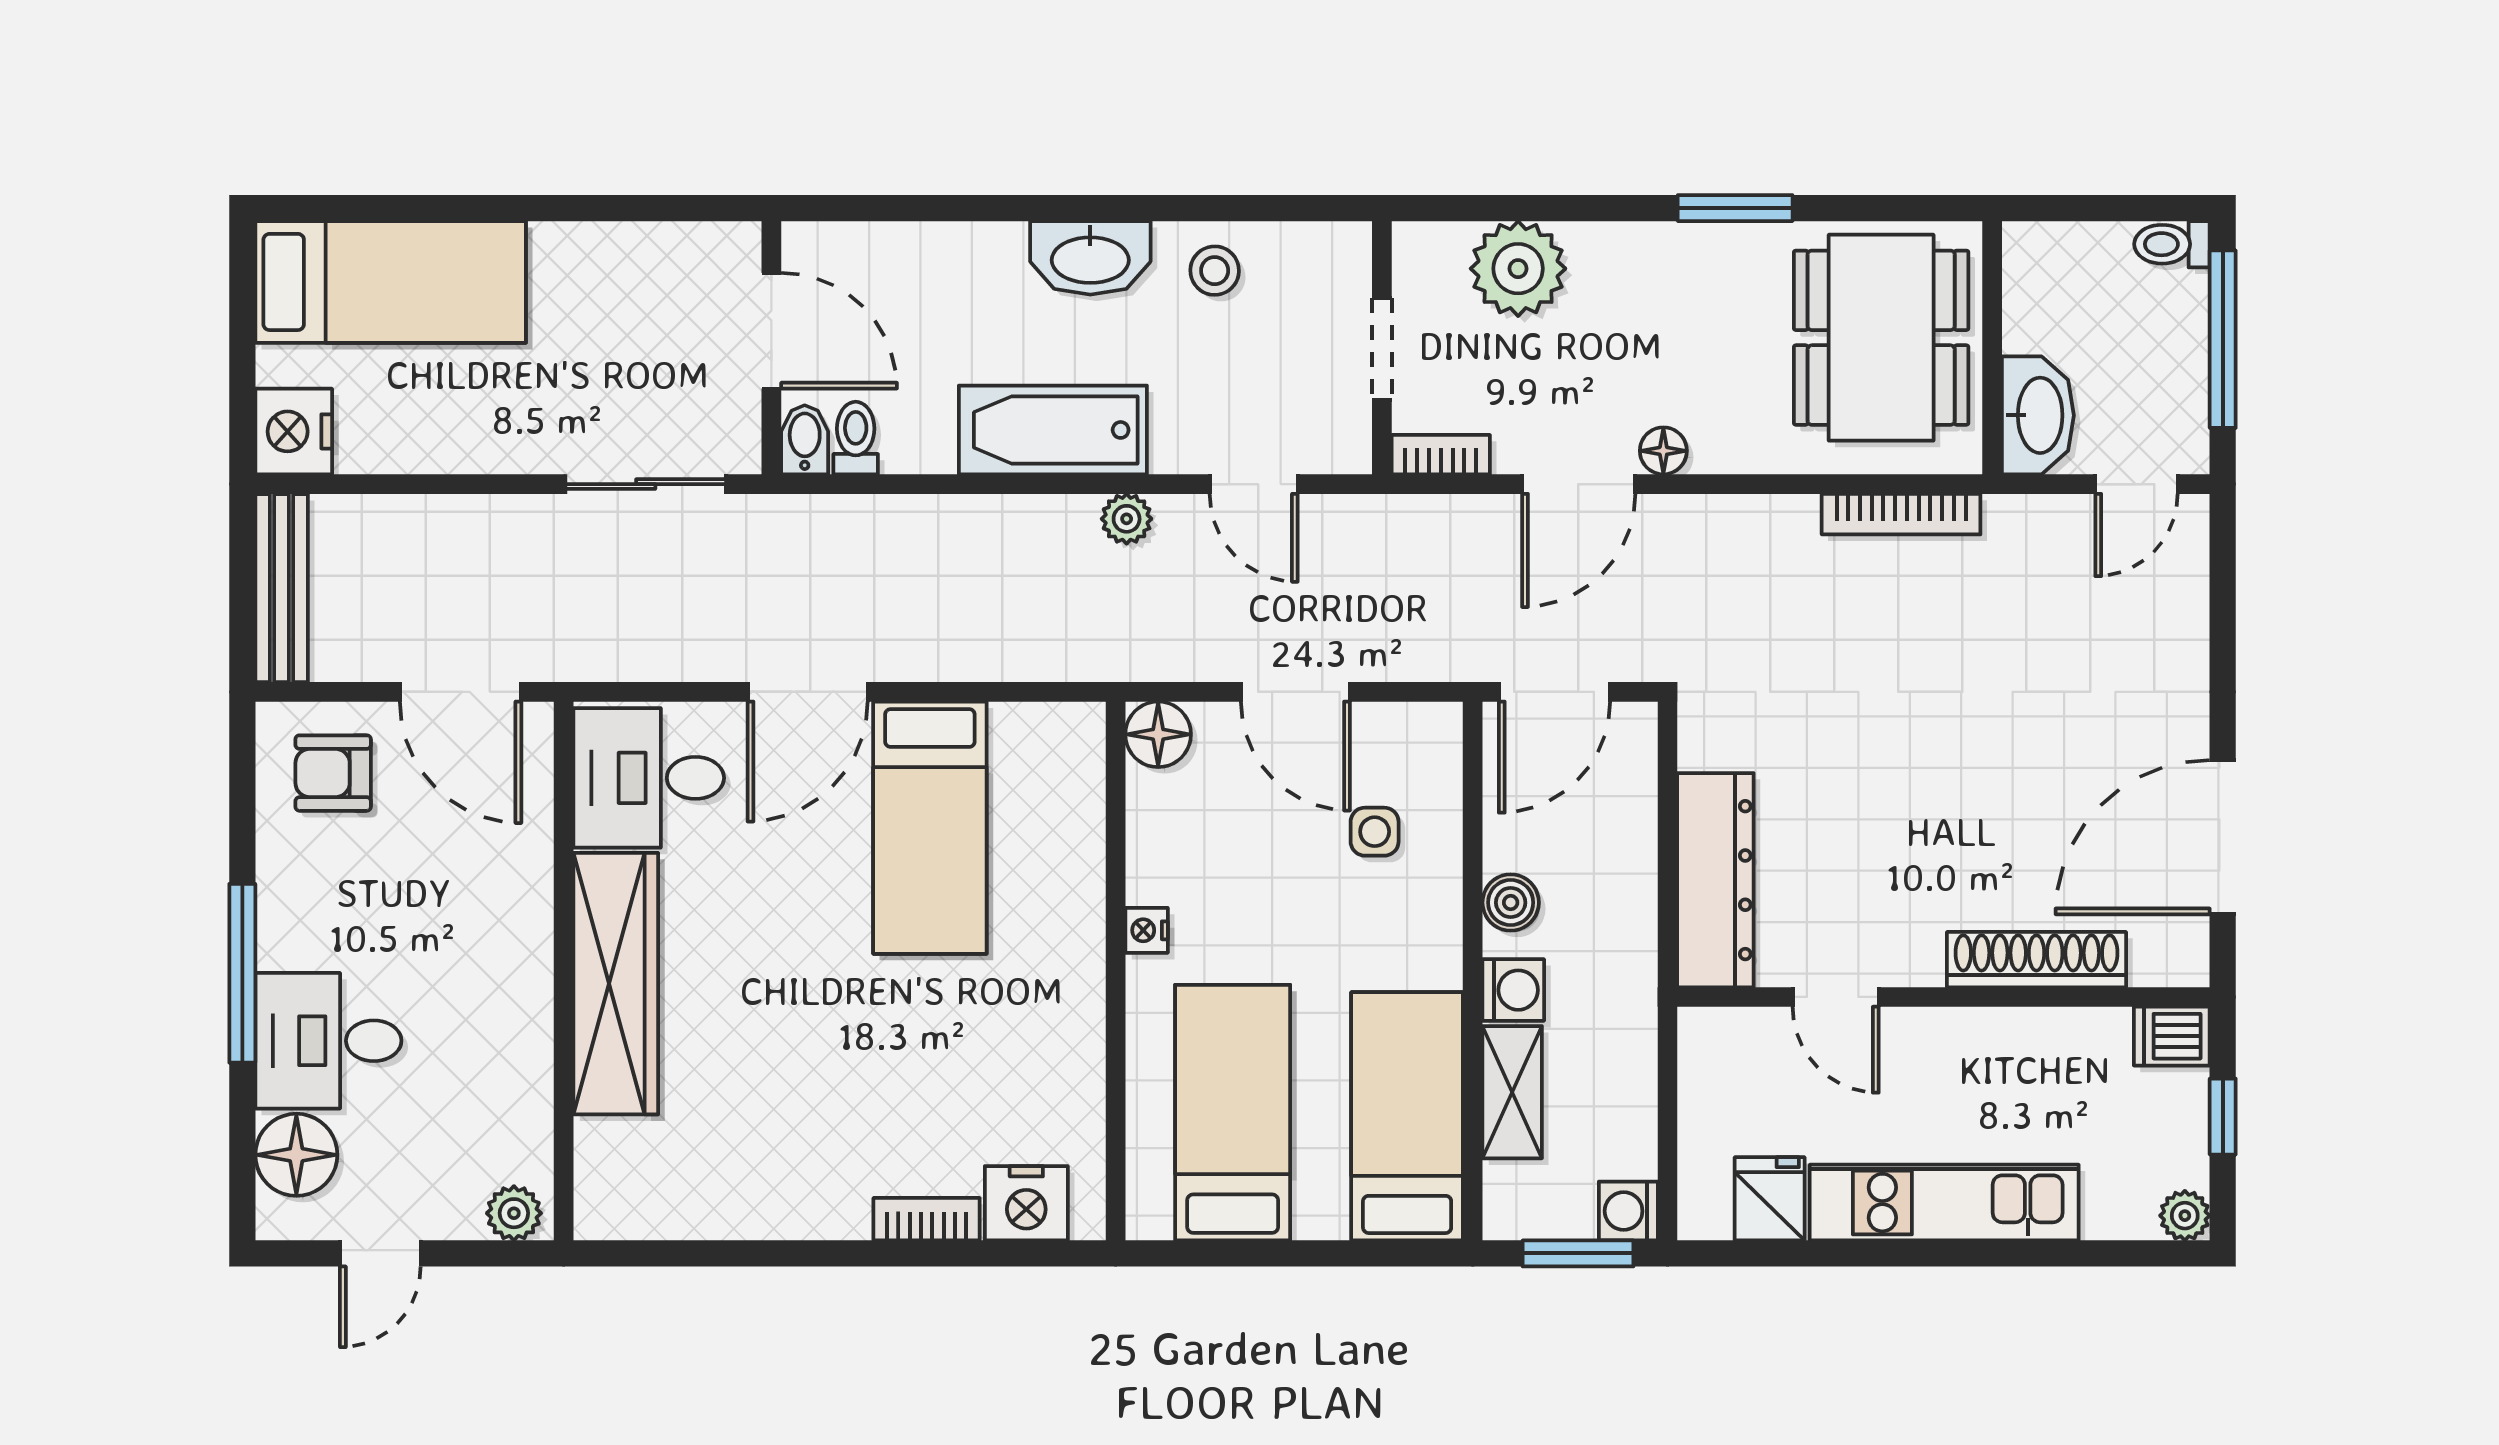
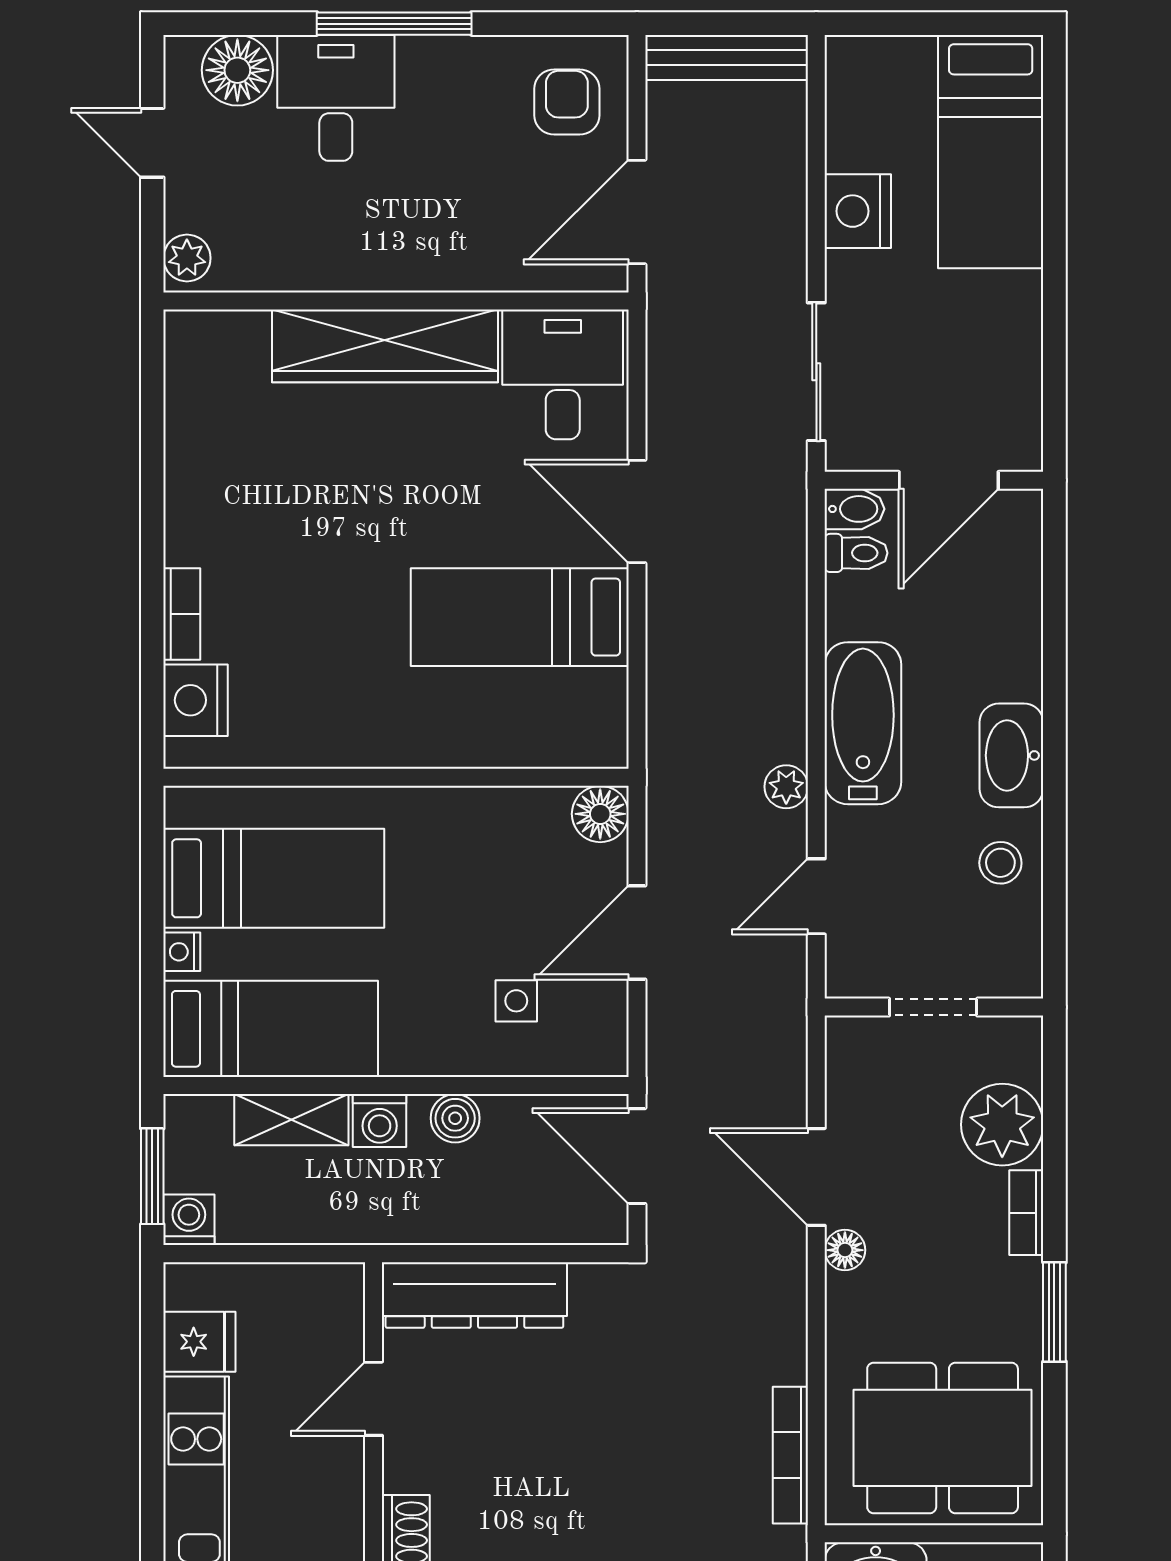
nightstand: (294, 431) -> (858, 211), moved, turned -90
bookcase: (1441, 455) -> (1026, 1213), moved, turned 180
nightstand: (1147, 930) -> (182, 952), moved, turned -90

